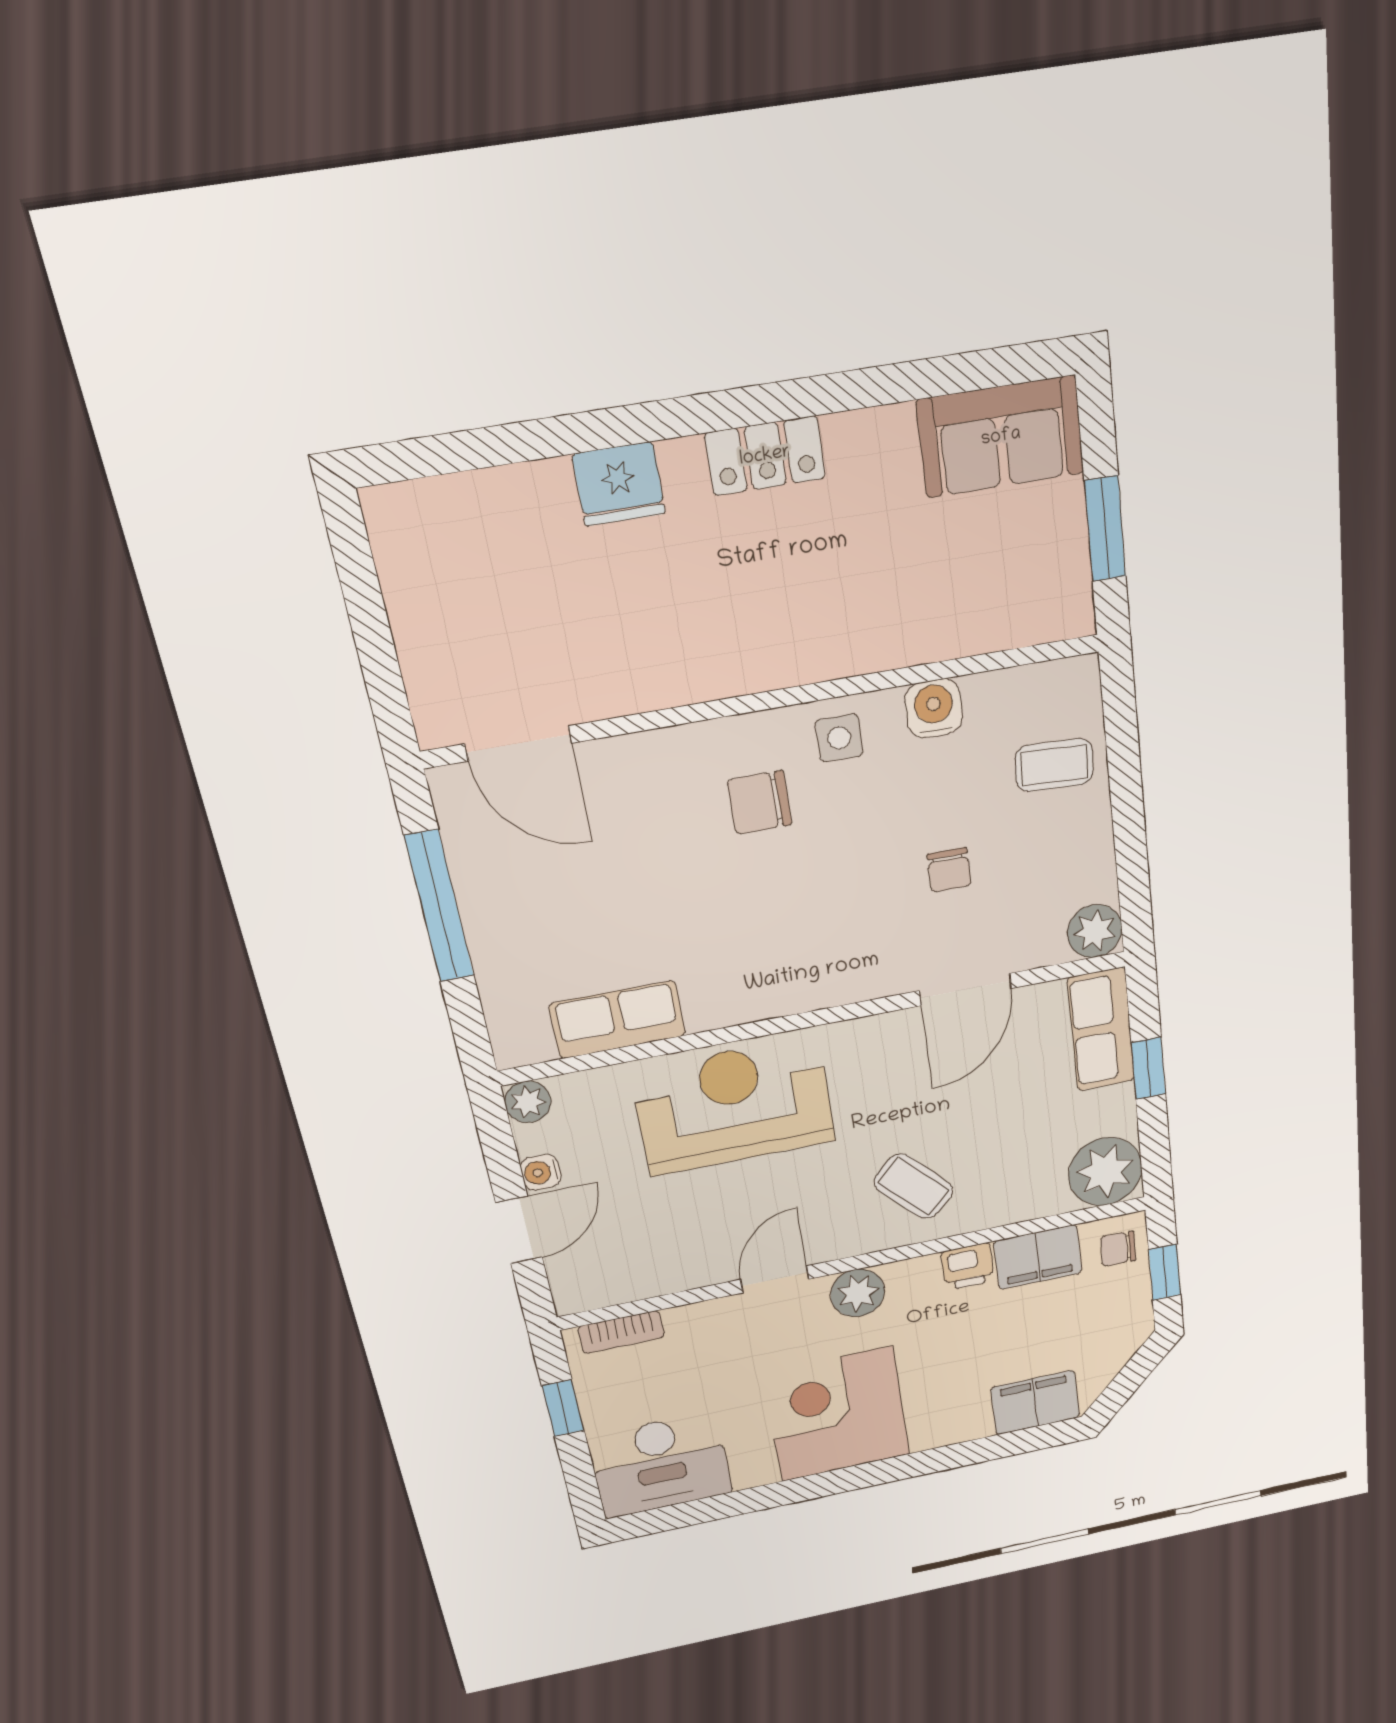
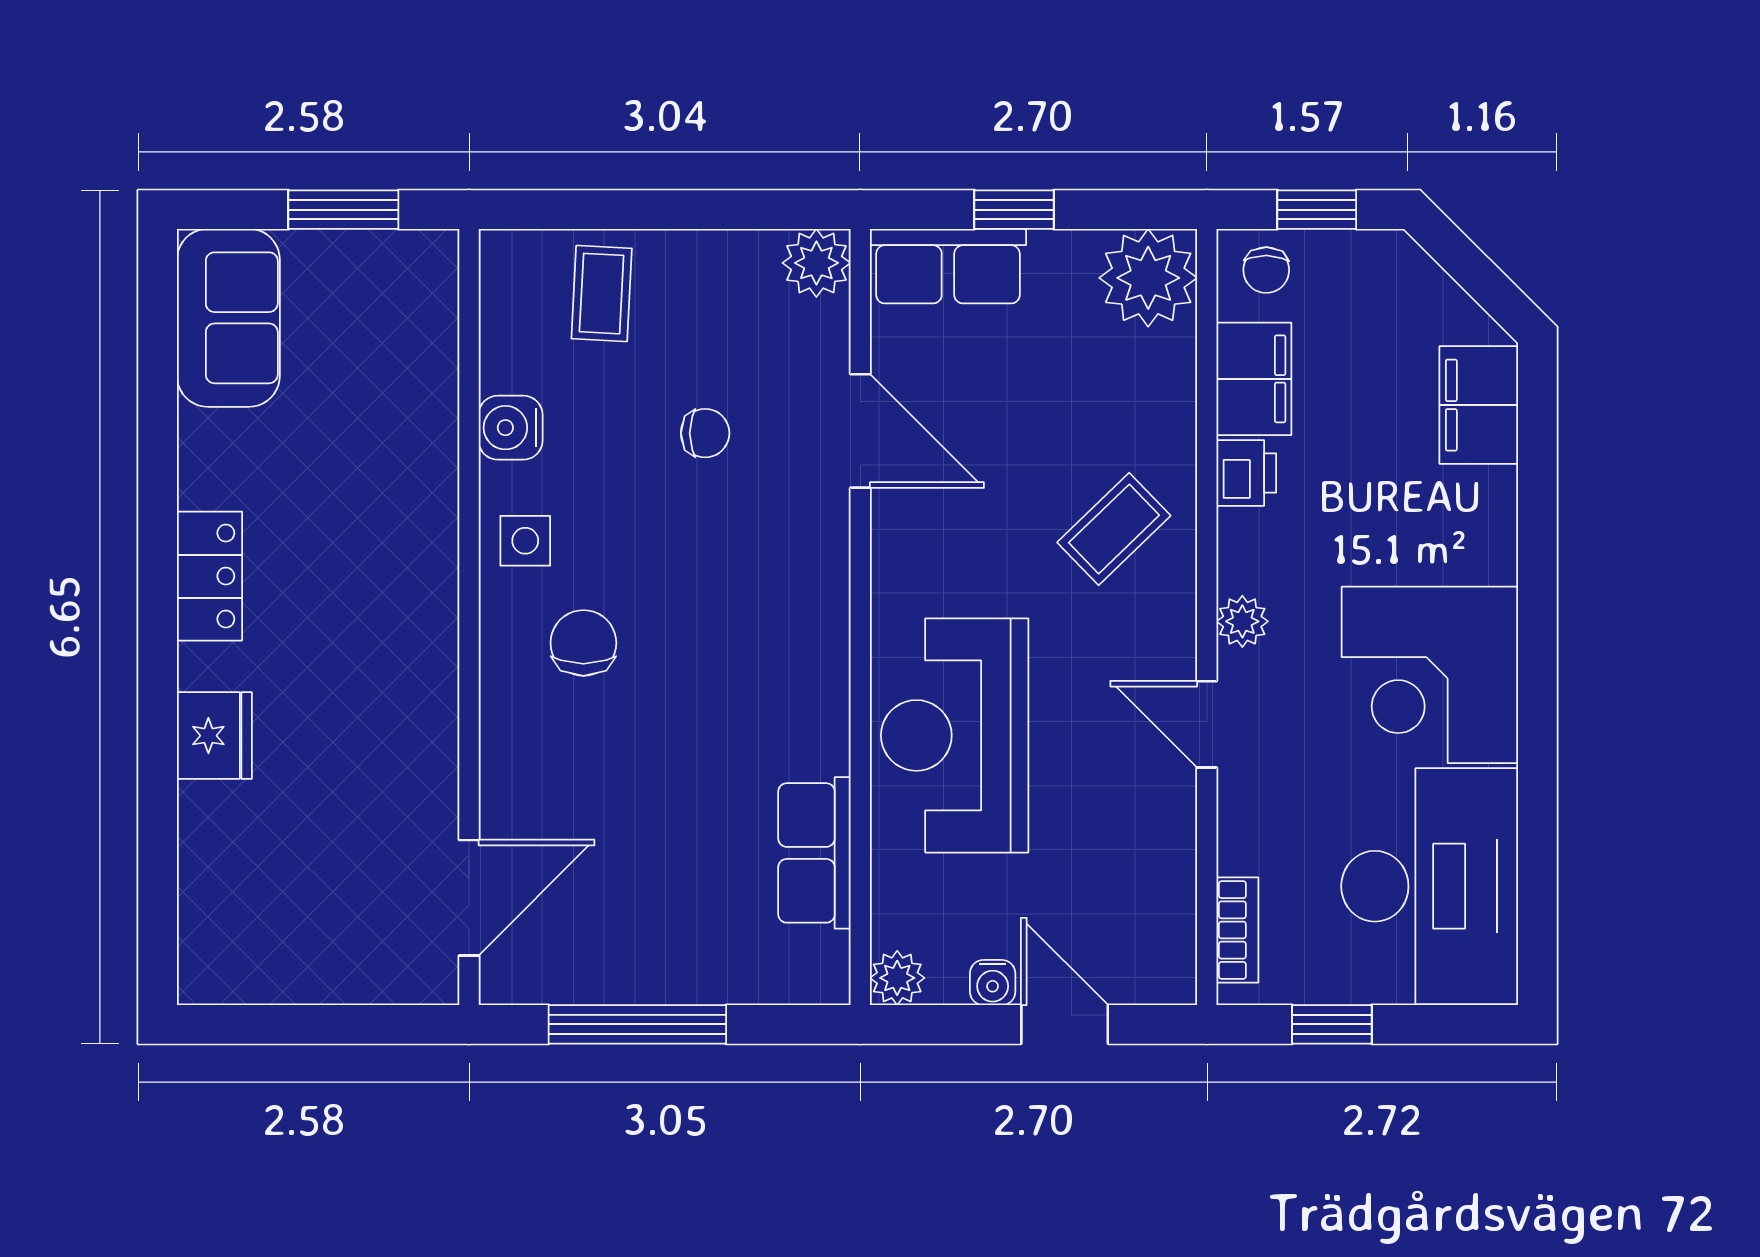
chair: (760, 802) -> (583, 643), turned 180
plant: (858, 1293) -> (1242, 621), width x0.73, depth x0.73
desk: (661, 1465) -> (1430, 886), width x1.36, depth x1.30

